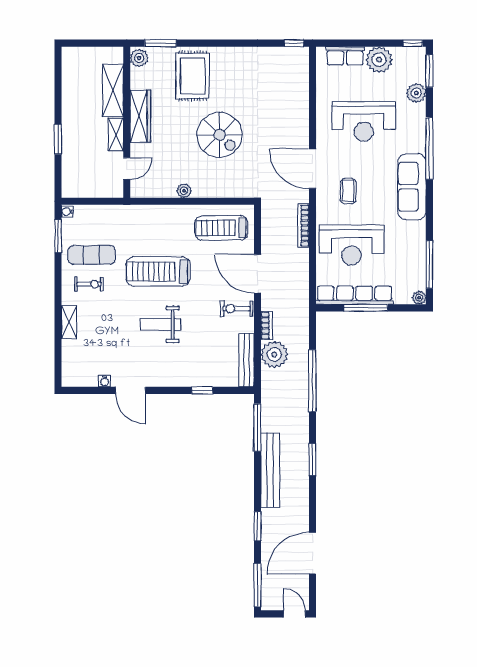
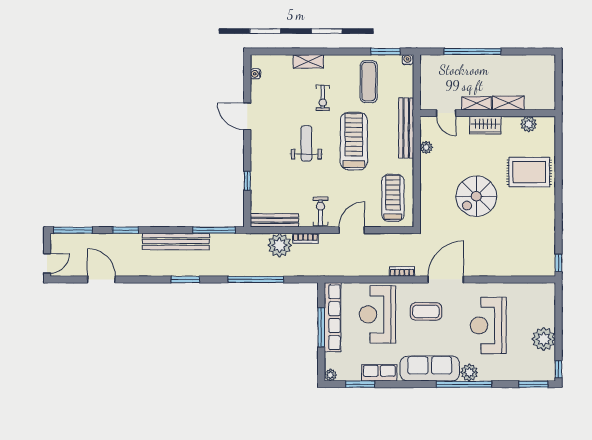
window: (161, 43) -> (558, 143), removed
row of seats: (345, 56) -> (379, 373), moved, turned 90
plant: (139, 58) -> (529, 124), moved
shelving: (113, 90) -> (508, 103), width x0.67, depth x0.75
plant: (416, 93) -> (469, 372), moved
wardrobe: (140, 116) -> (485, 125), width x0.67
window: (58, 139) -> (472, 51), width x2.11
plant: (184, 191) -> (426, 147), moved
coffee table: (348, 191) -> (426, 311), width x1.36, depth x1.30
bench: (143, 213) -> (406, 128), added
bookcase: (303, 226) -> (402, 271), width x0.64
window: (429, 264) -> (360, 384), width x0.69
door: (257, 274) -> (352, 230), width x0.73
exercise bike: (89, 284) -> (323, 98), moved
water cooler: (104, 381) -> (256, 74), moved
door: (130, 390) -> (247, 116), hinge flipped
door: (312, 553) -> (101, 279), width x0.73

